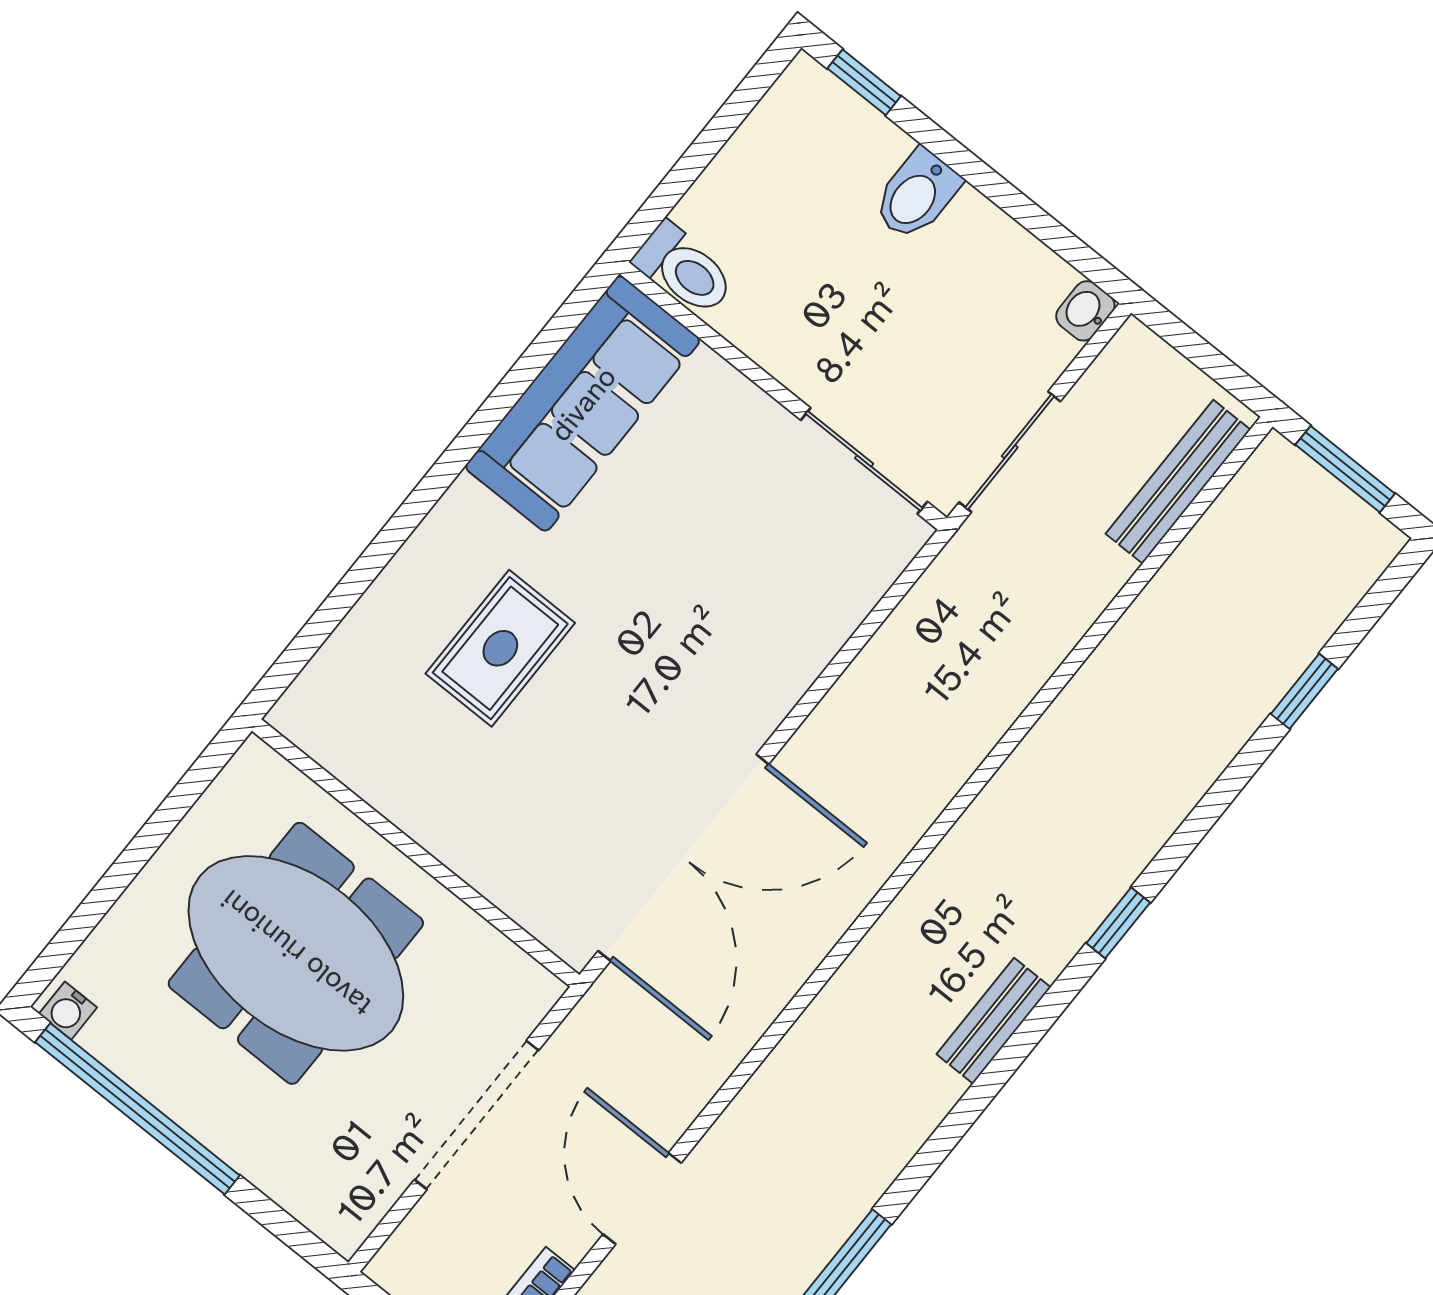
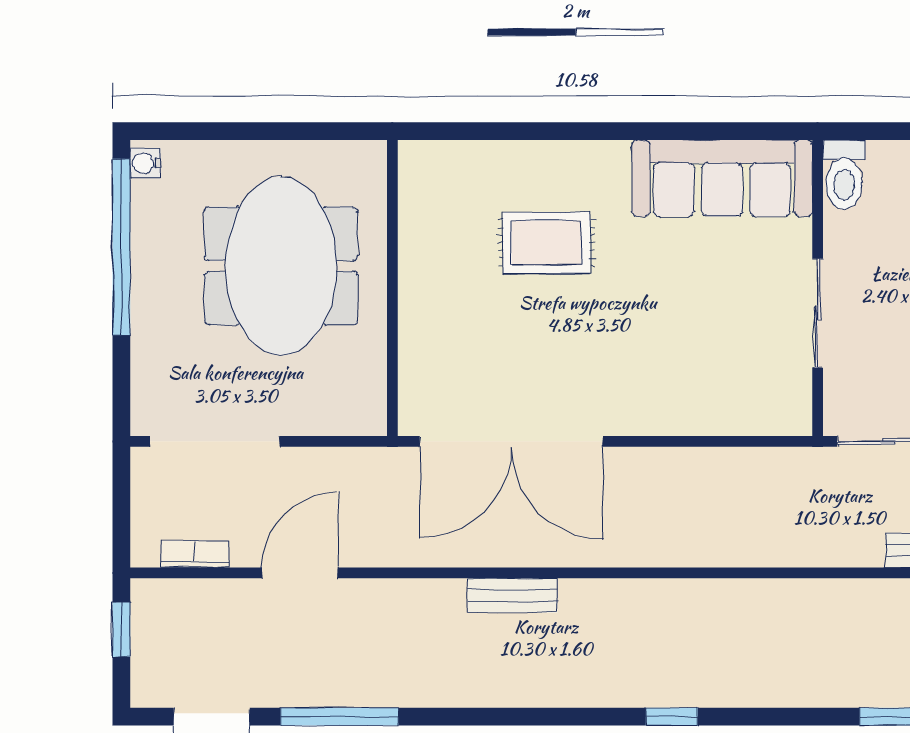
sliding door: (864, 461) -> (818, 313), moved
bench: (994, 1021) -> (512, 595), moved
doorway: (477, 1115) -> (215, 441), moved

